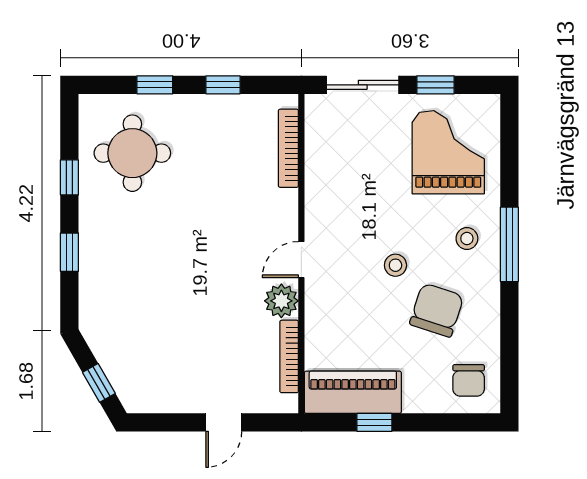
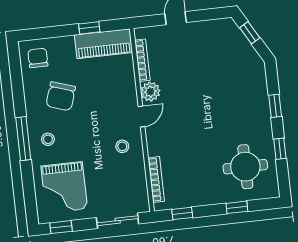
window: (223, 85) -> (182, 213), moved
window: (435, 85) -> (61, 227), moved
stool: (395, 265) -> (122, 146), moved

